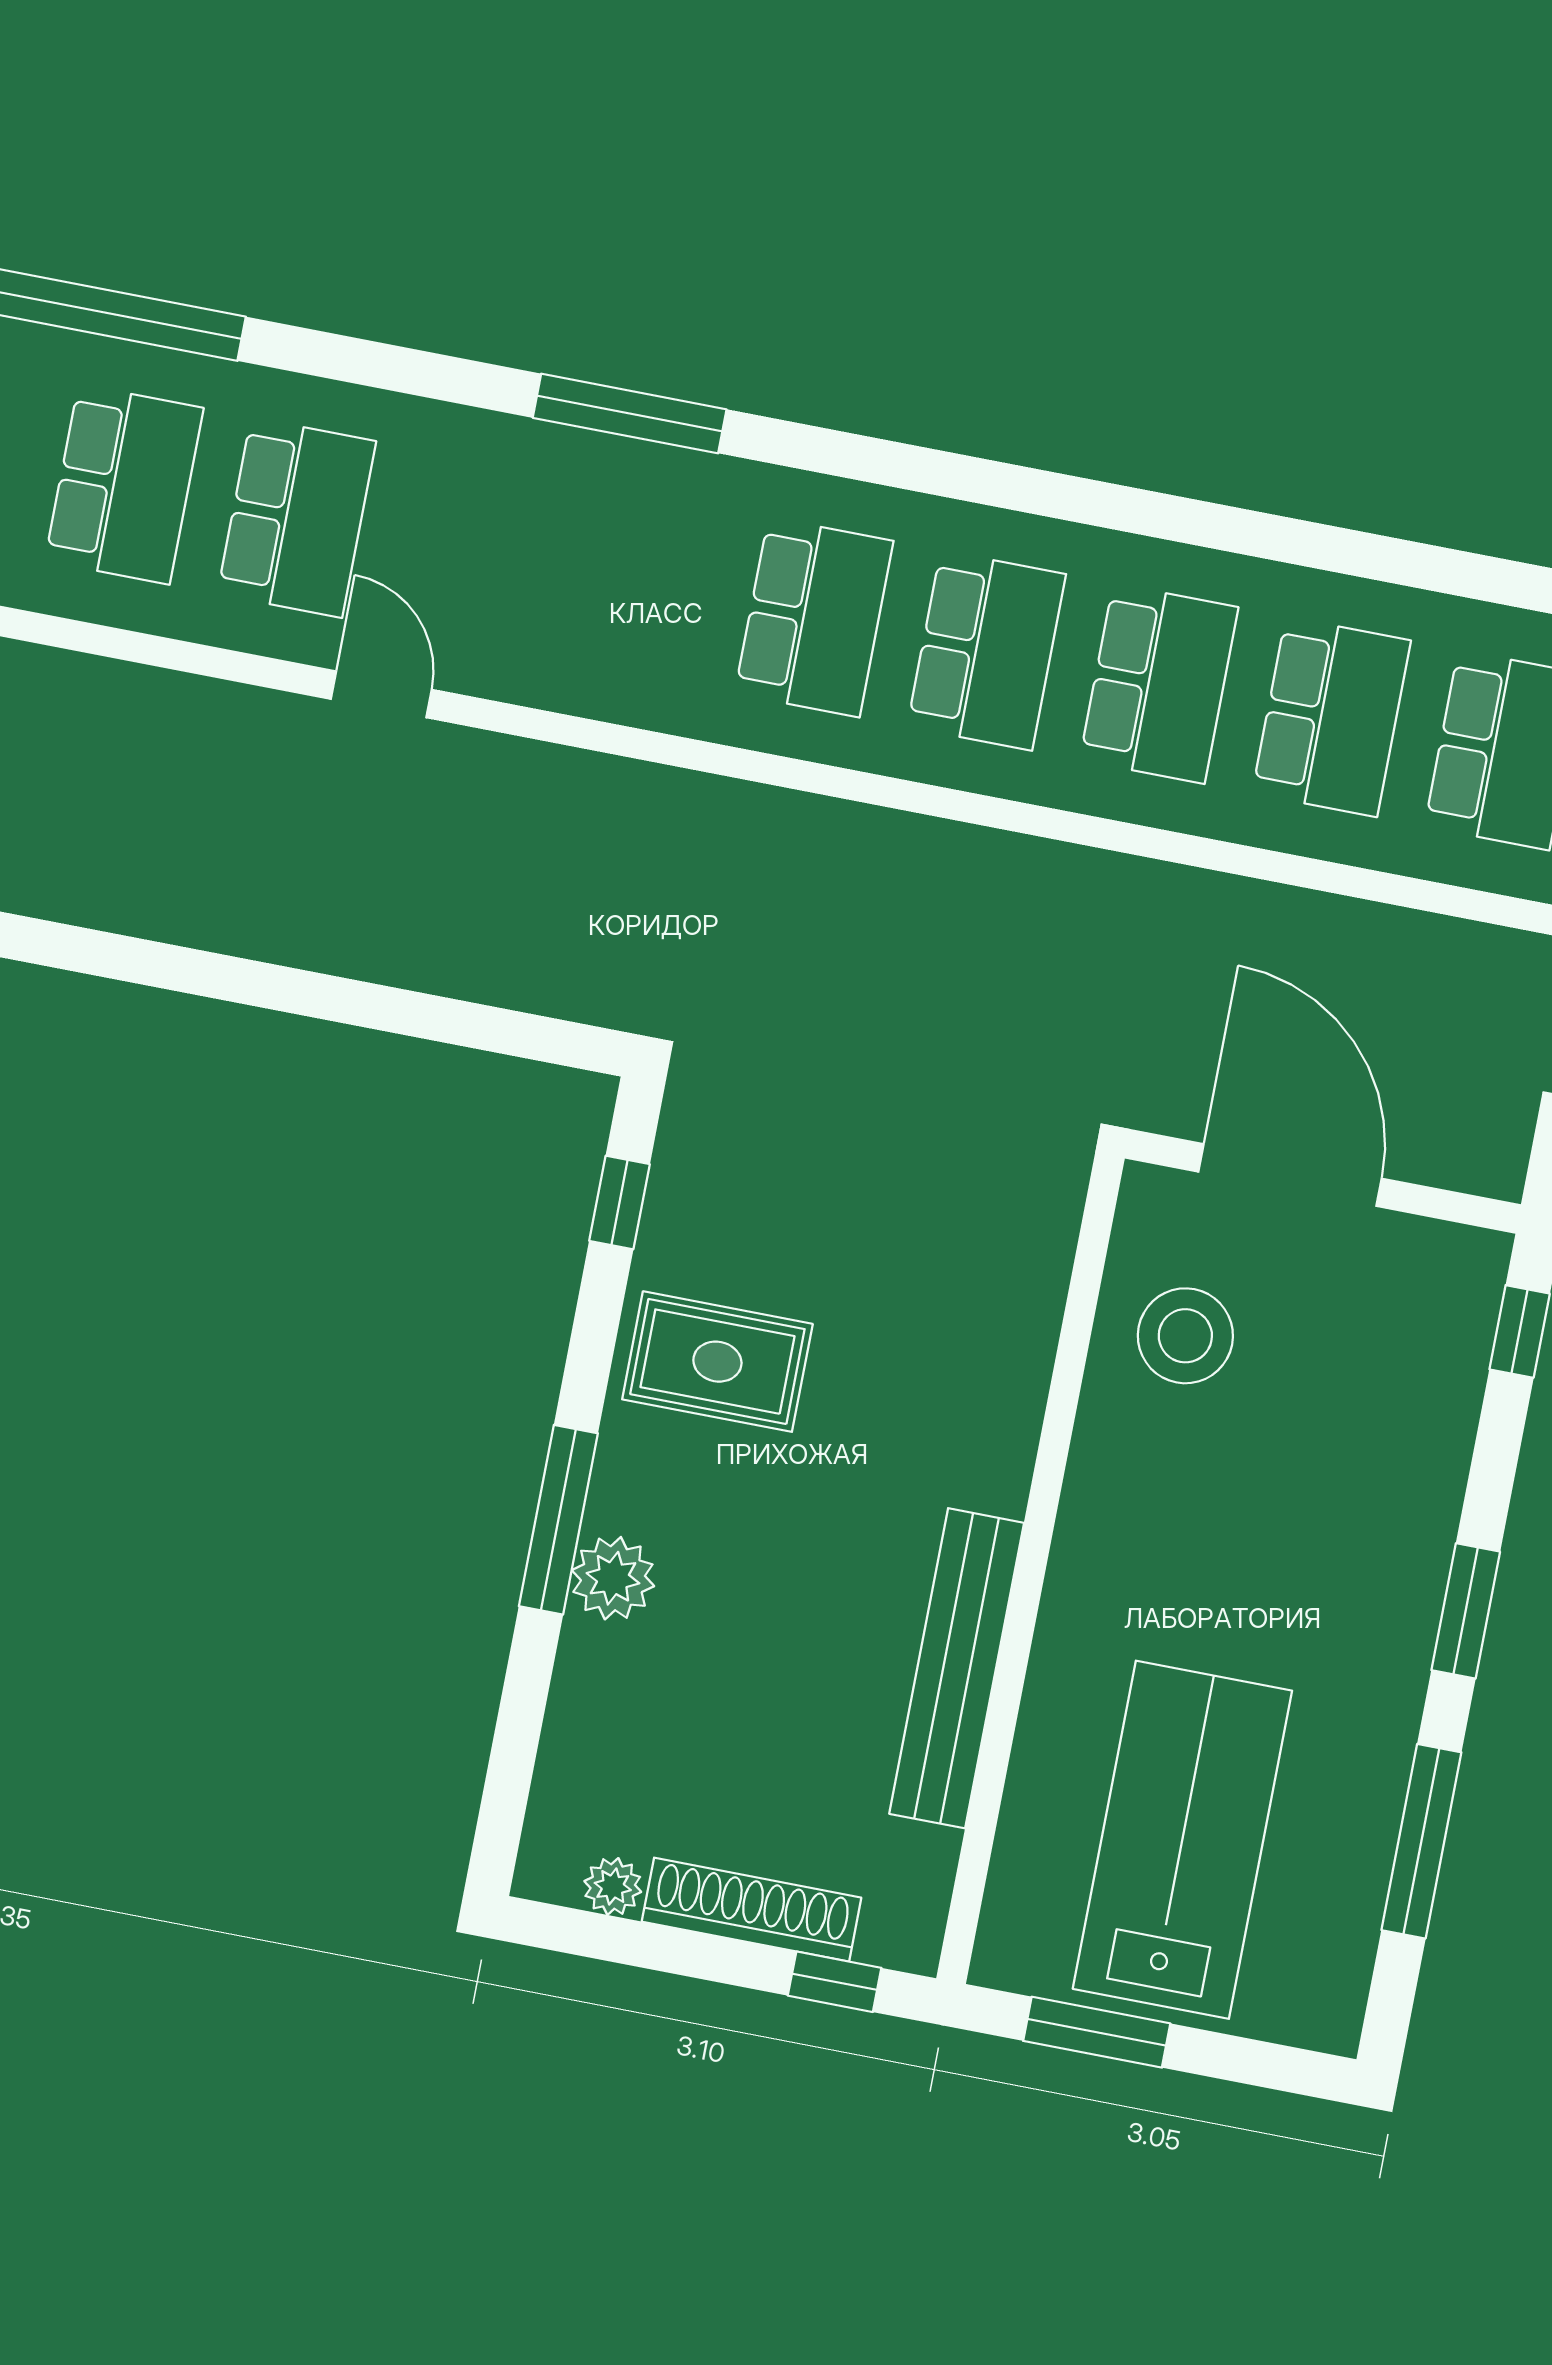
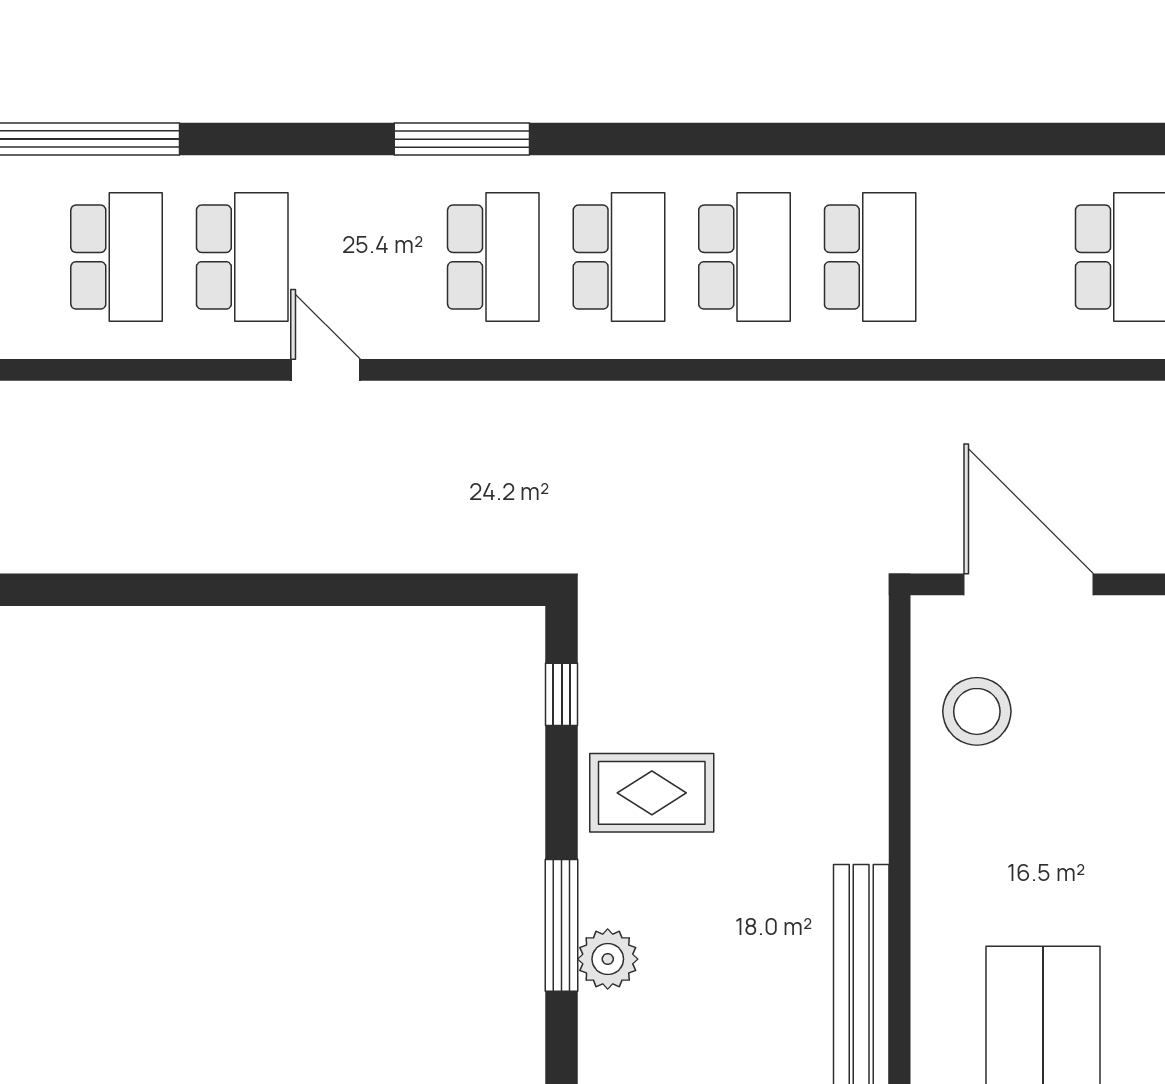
school desk: (1331, 717) -> (493, 257), moved

